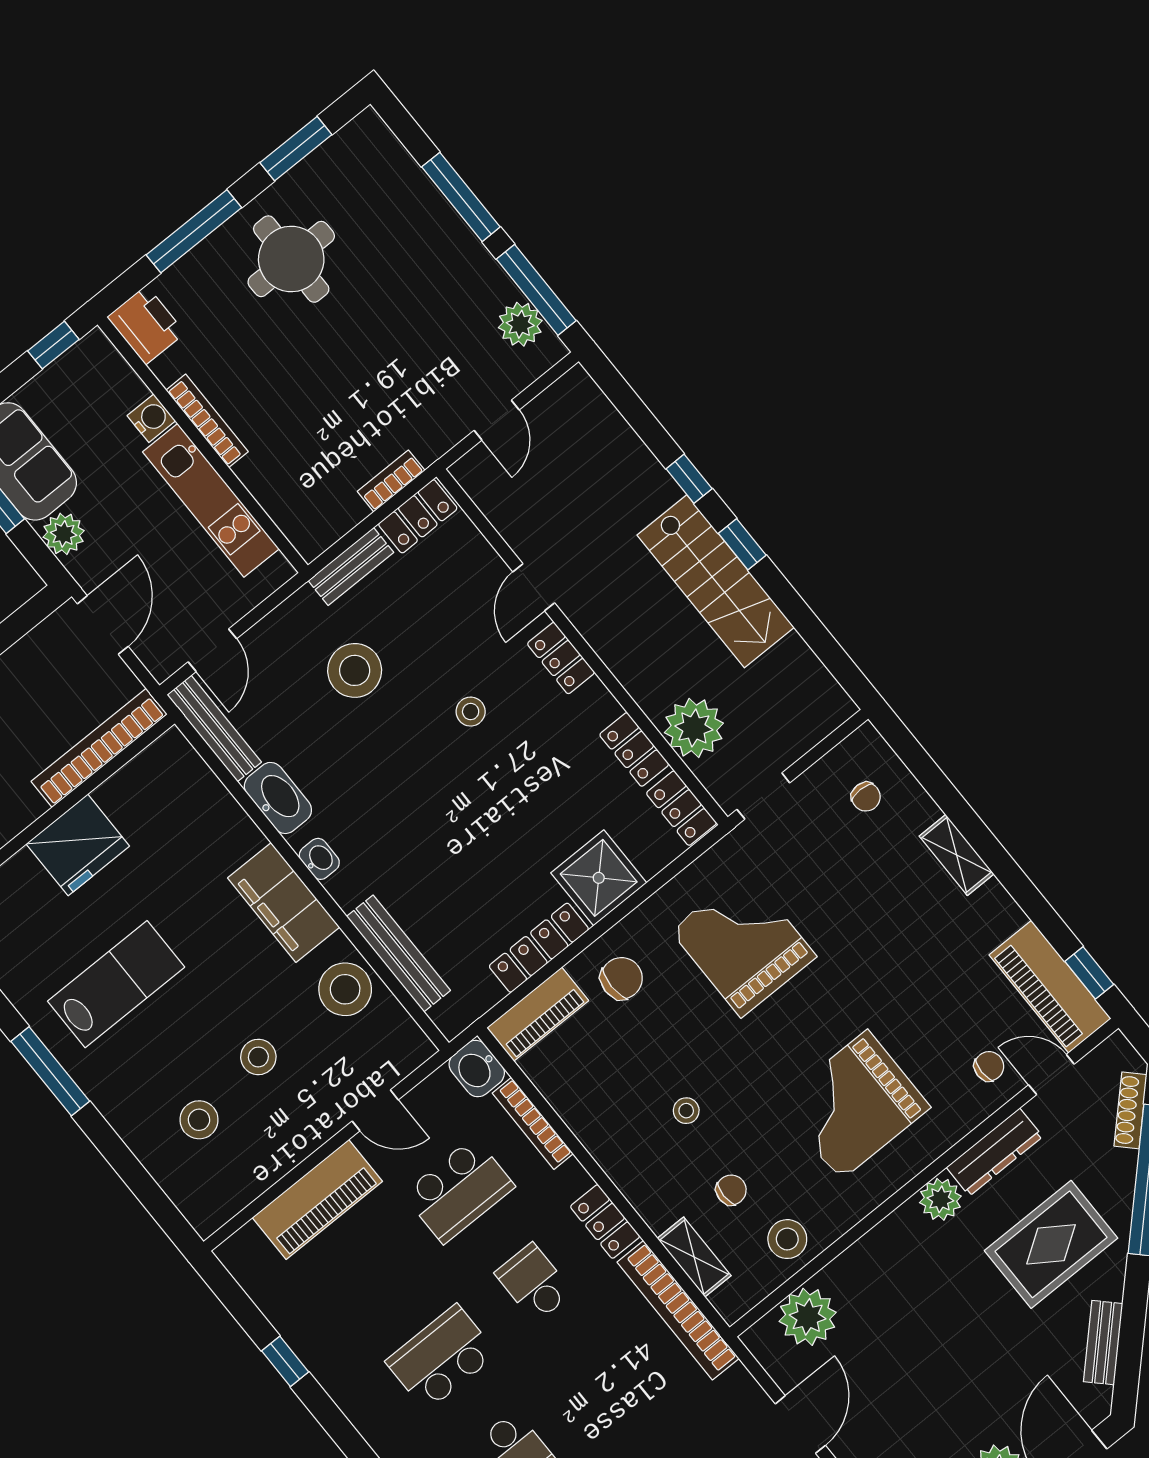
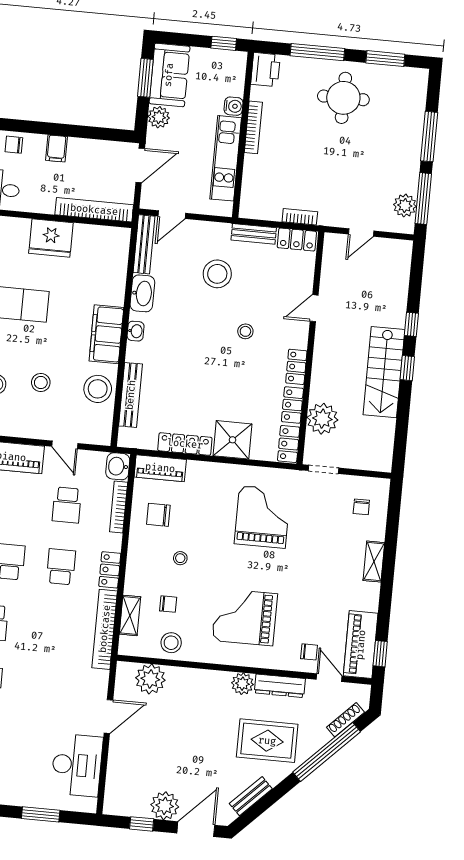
locker: (561, 658) -> (296, 367), moved
chair: (622, 978) -> (158, 515), moved, turned 180
school desk: (459, 1190) -> (67, 505), width x0.54

